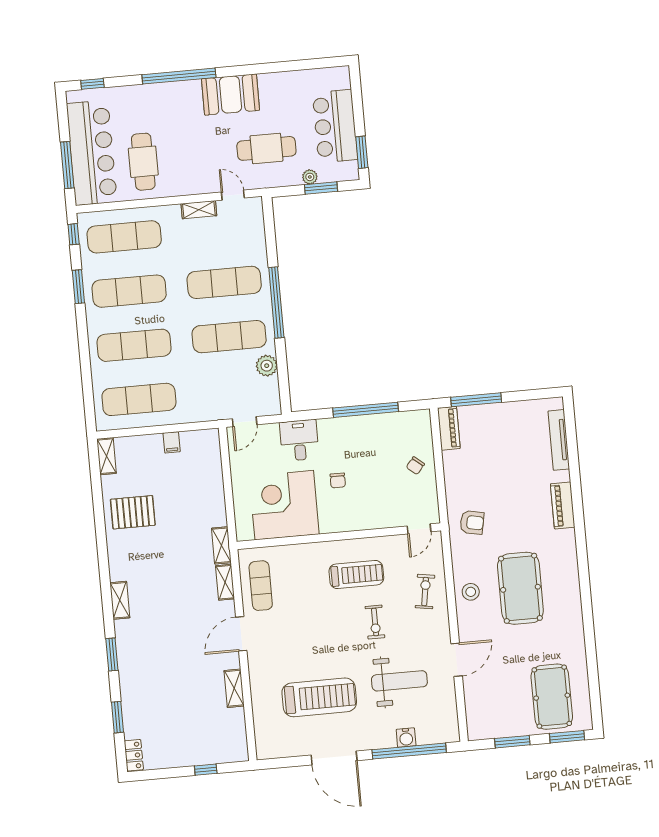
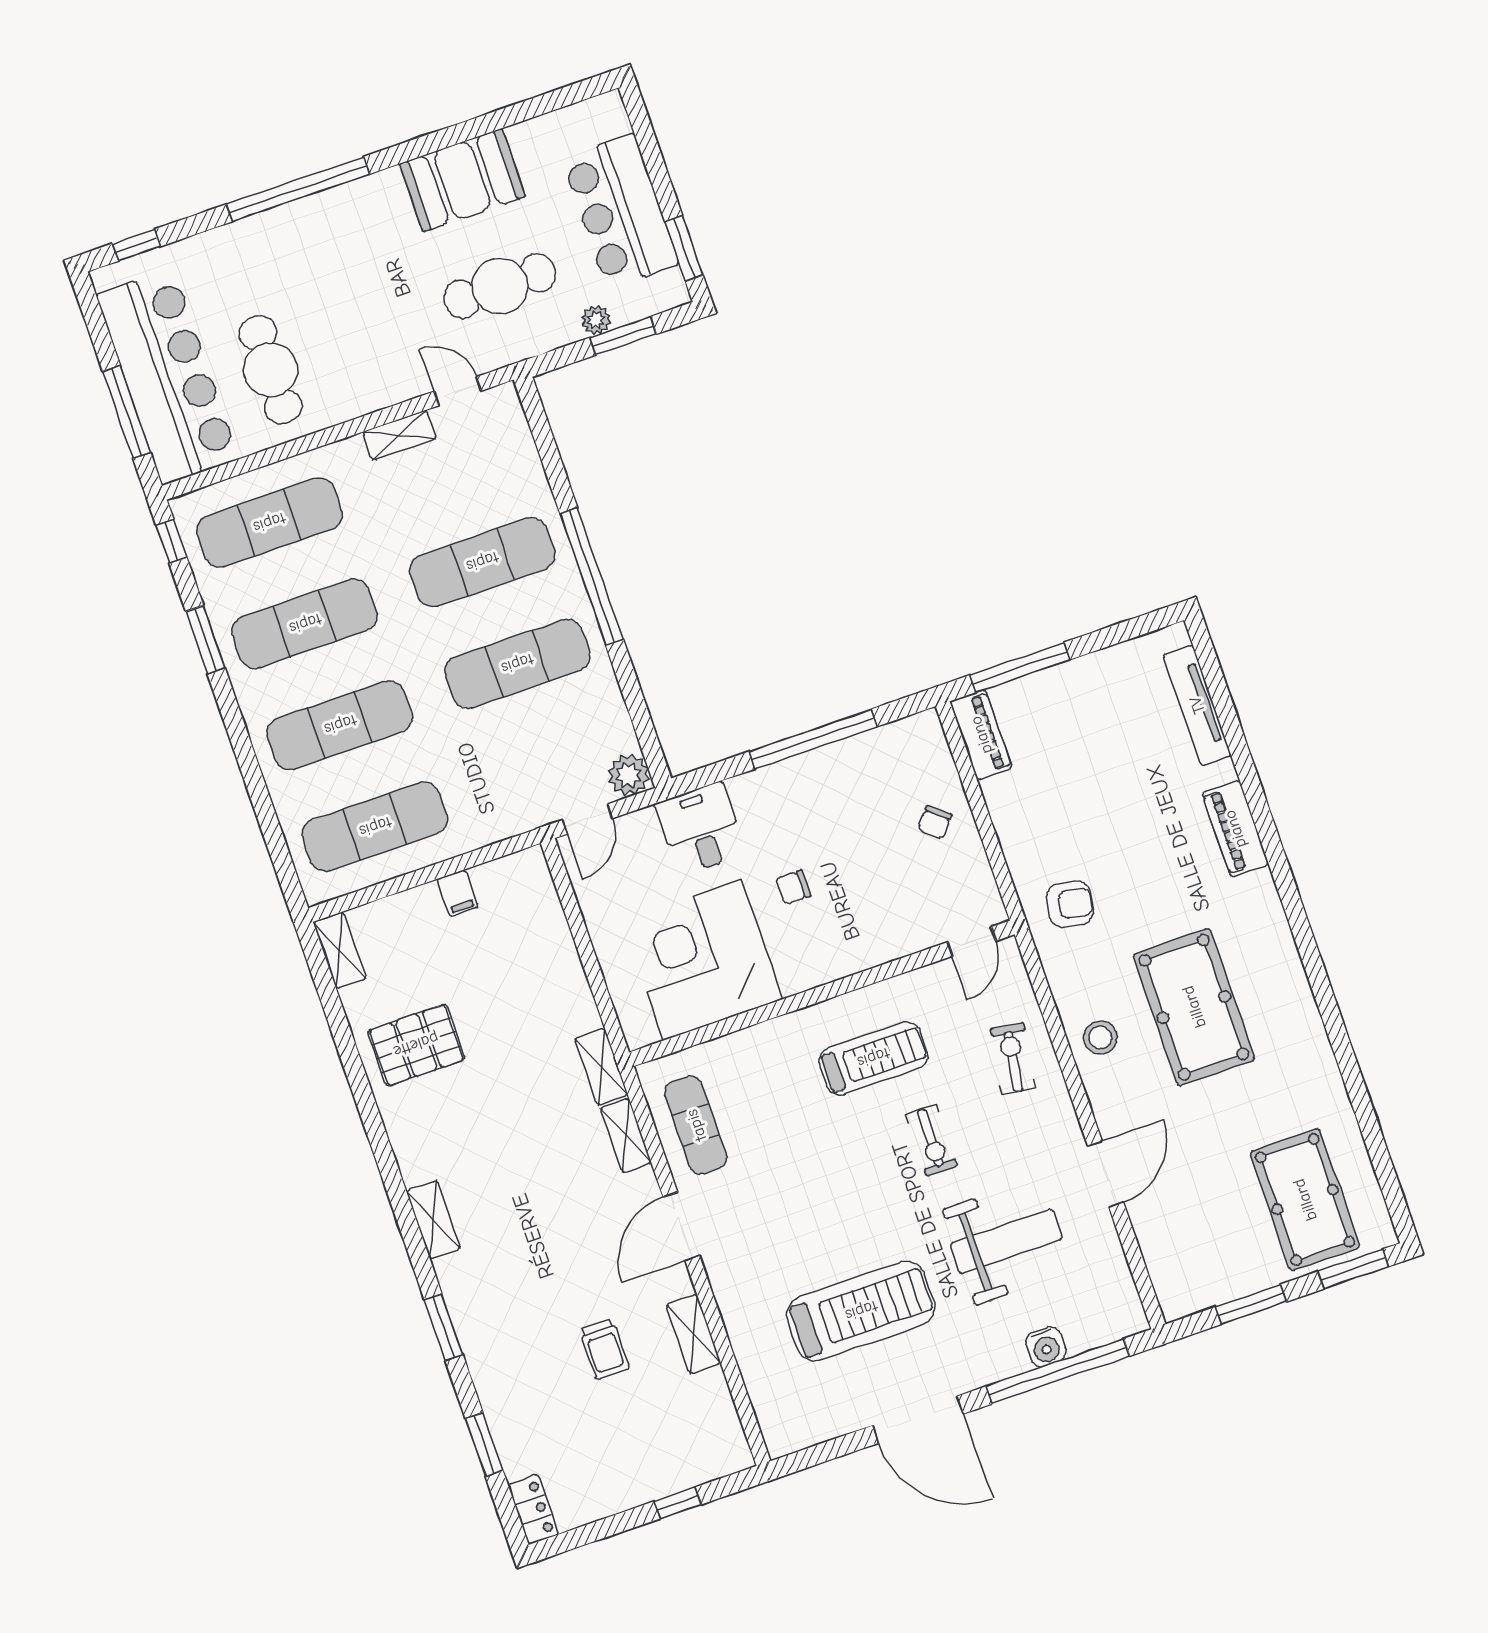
booth: (231, 94) -> (462, 180), moved
plant: (267, 366) -> (628, 775), moved
chair: (338, 480) -> (793, 887), turned 90
trolley: (188, 685) -> (604, 1349), added

